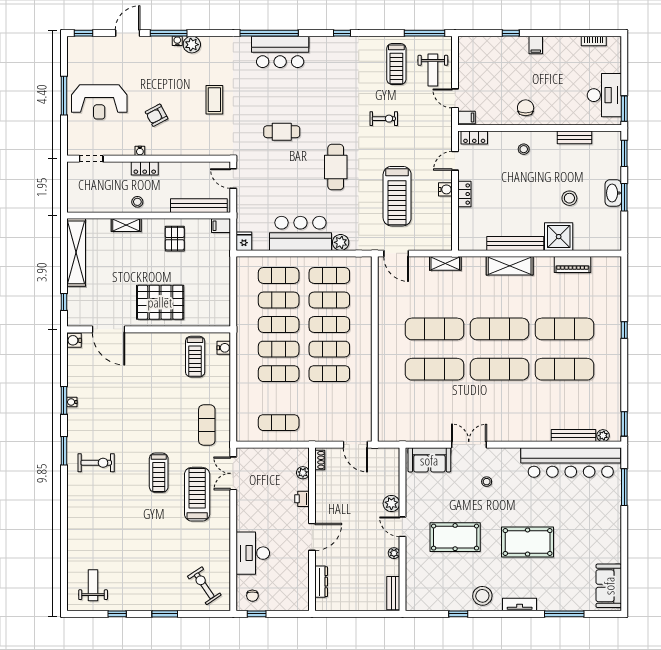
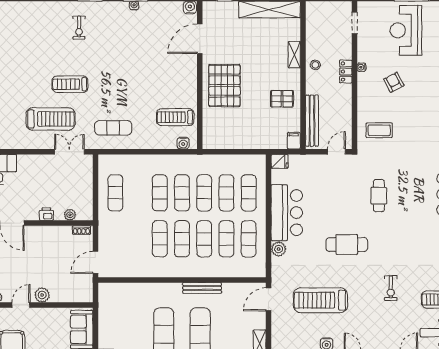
coffee table: (214, 100) -> (379, 130), moved
bench: (384, 327) -> (202, 288), added
exercise bike: (96, 463) -> (79, 28), width x0.73, depth x0.72

